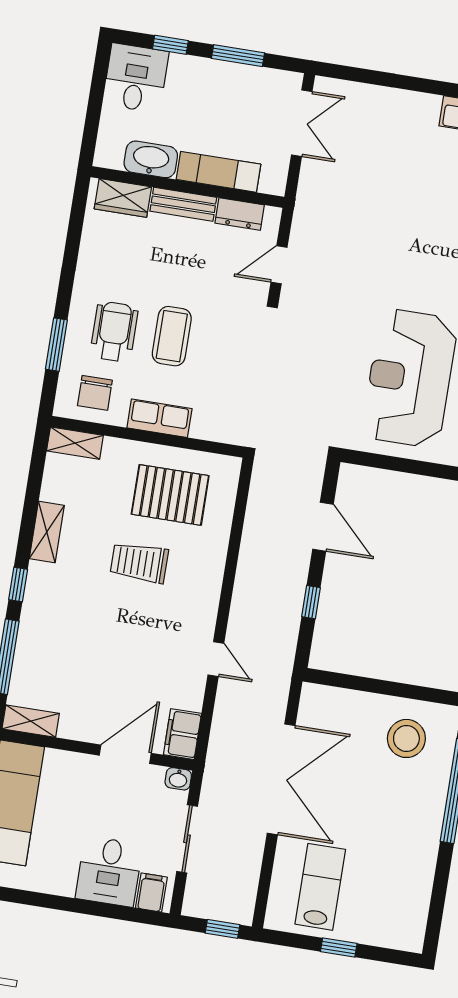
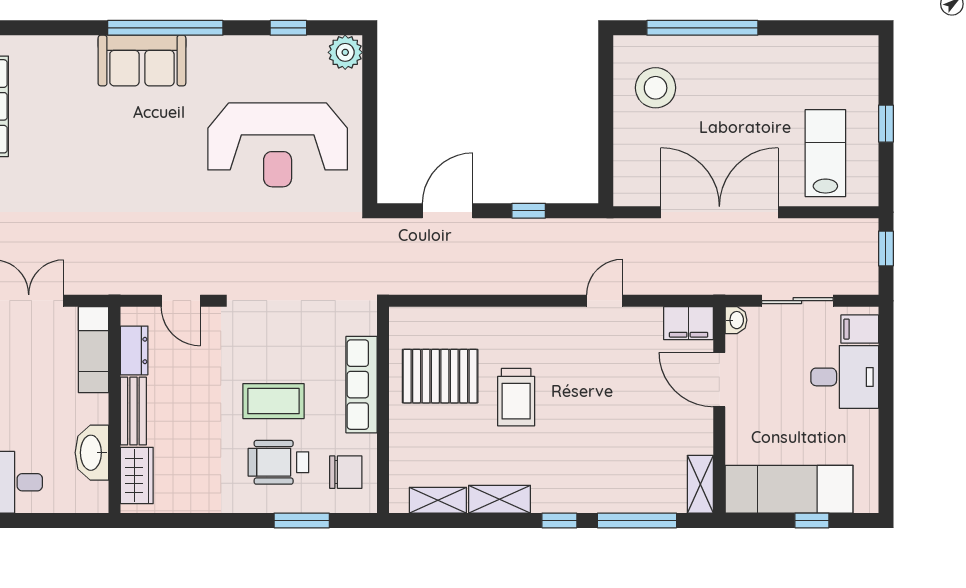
exam couch: (218, 172) -> (94, 350), moved
row of seats: (159, 418) -> (362, 385), width x1.48
shelving: (75, 443) -> (438, 500), moved, turned 90
pallet: (170, 495) -> (440, 376), turned 90
lab bench: (320, 887) -> (825, 153), turned 90

